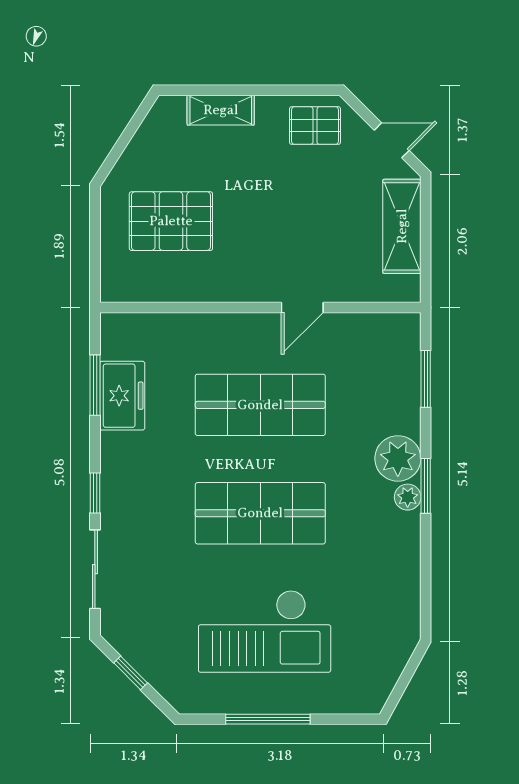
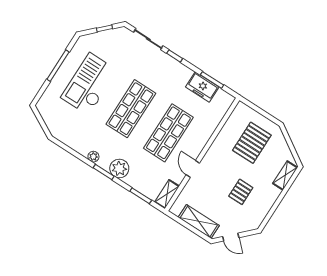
shelving: (221, 110) -> (285, 175), moved
pallet: (315, 126) -> (241, 192), moved
door: (392, 140) -> (231, 237), hinge flipped
shelving: (388, 327) -> (167, 194), added
plant: (408, 497) -> (93, 157), moved

